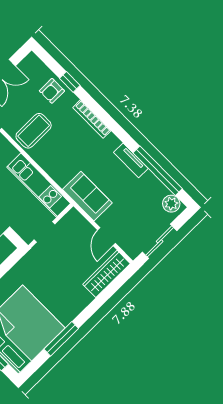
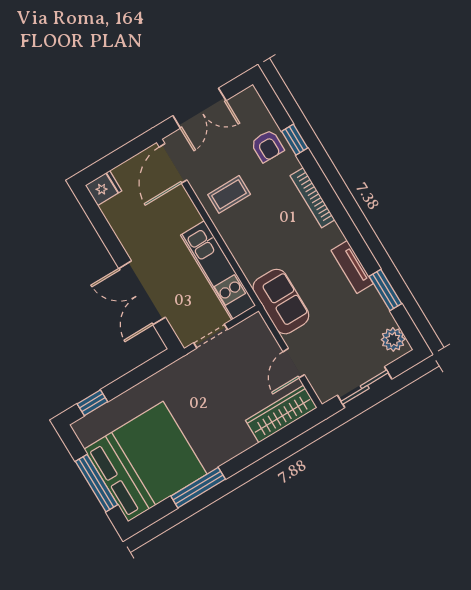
armchair: (52, 91) -> (267, 146), turned -90
coffee table: (34, 131) -> (229, 194), width x0.73, depth x0.77
window: (158, 171) -> (385, 290), width x0.47

